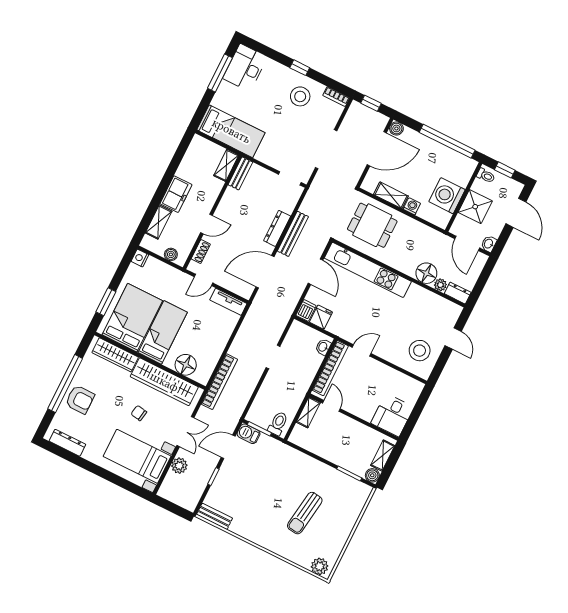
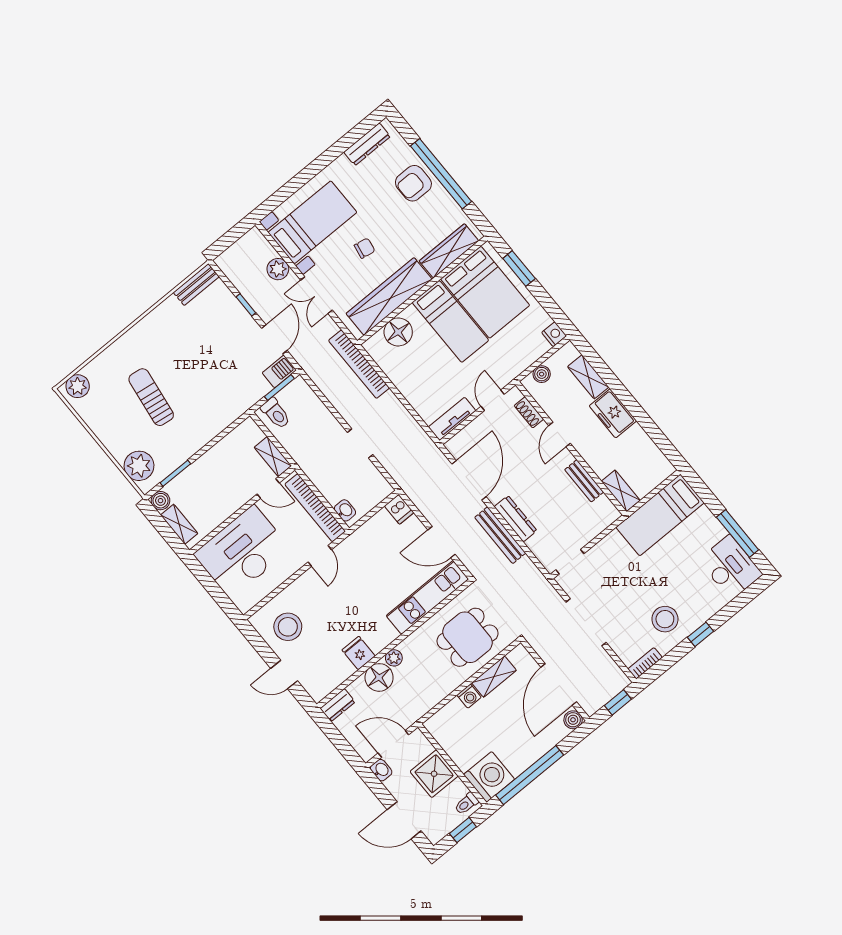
bench: (240, 173) -> (584, 481), moved
washing machine: (447, 196) -> (489, 777), moved
kitchen unit: (368, 270) -> (427, 597), width x0.73
plant: (440, 285) -> (394, 658), moved
fridge: (321, 317) -> (359, 653), moved, turned 180
desk: (392, 415) -> (242, 552), width x1.87, depth x1.30
plant: (355, 501) -> (139, 466), added

